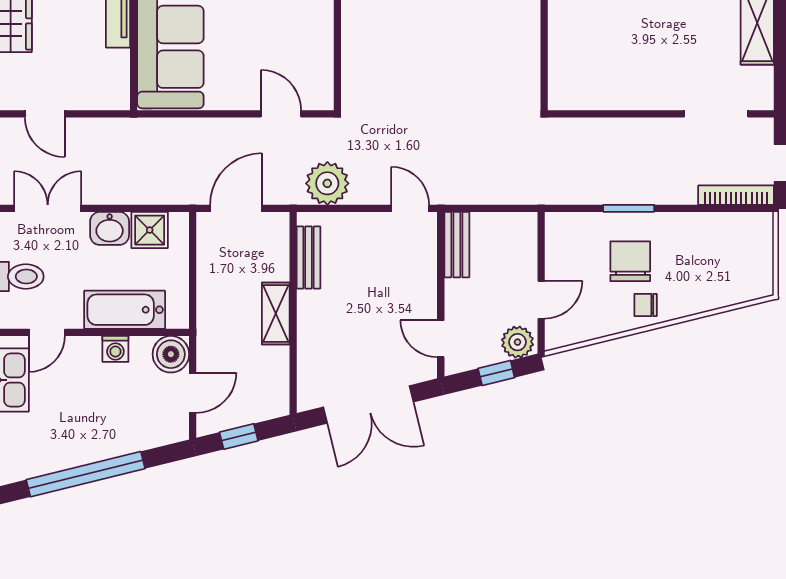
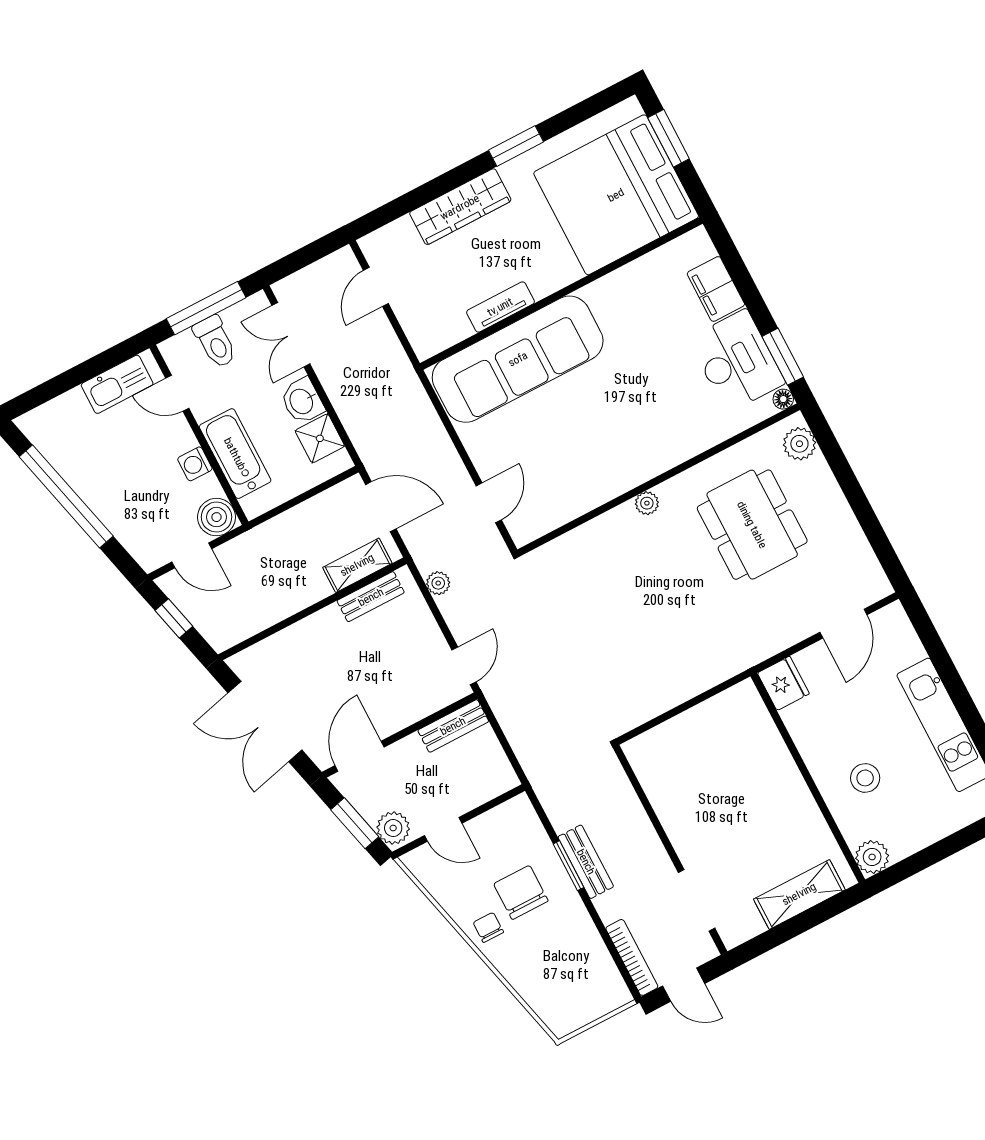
plant: (327, 183) -> (438, 583), width x0.53, depth x0.53
bench: (633, 192) -> (586, 862), added
double door: (48, 208) -> (291, 335), swing flipped
chair: (630, 261) -> (521, 892), turned -90
shelving: (276, 314) -> (357, 565), moved
door: (441, 339) -> (360, 756), width x1.38
window: (496, 373) -> (355, 823), width x1.50

